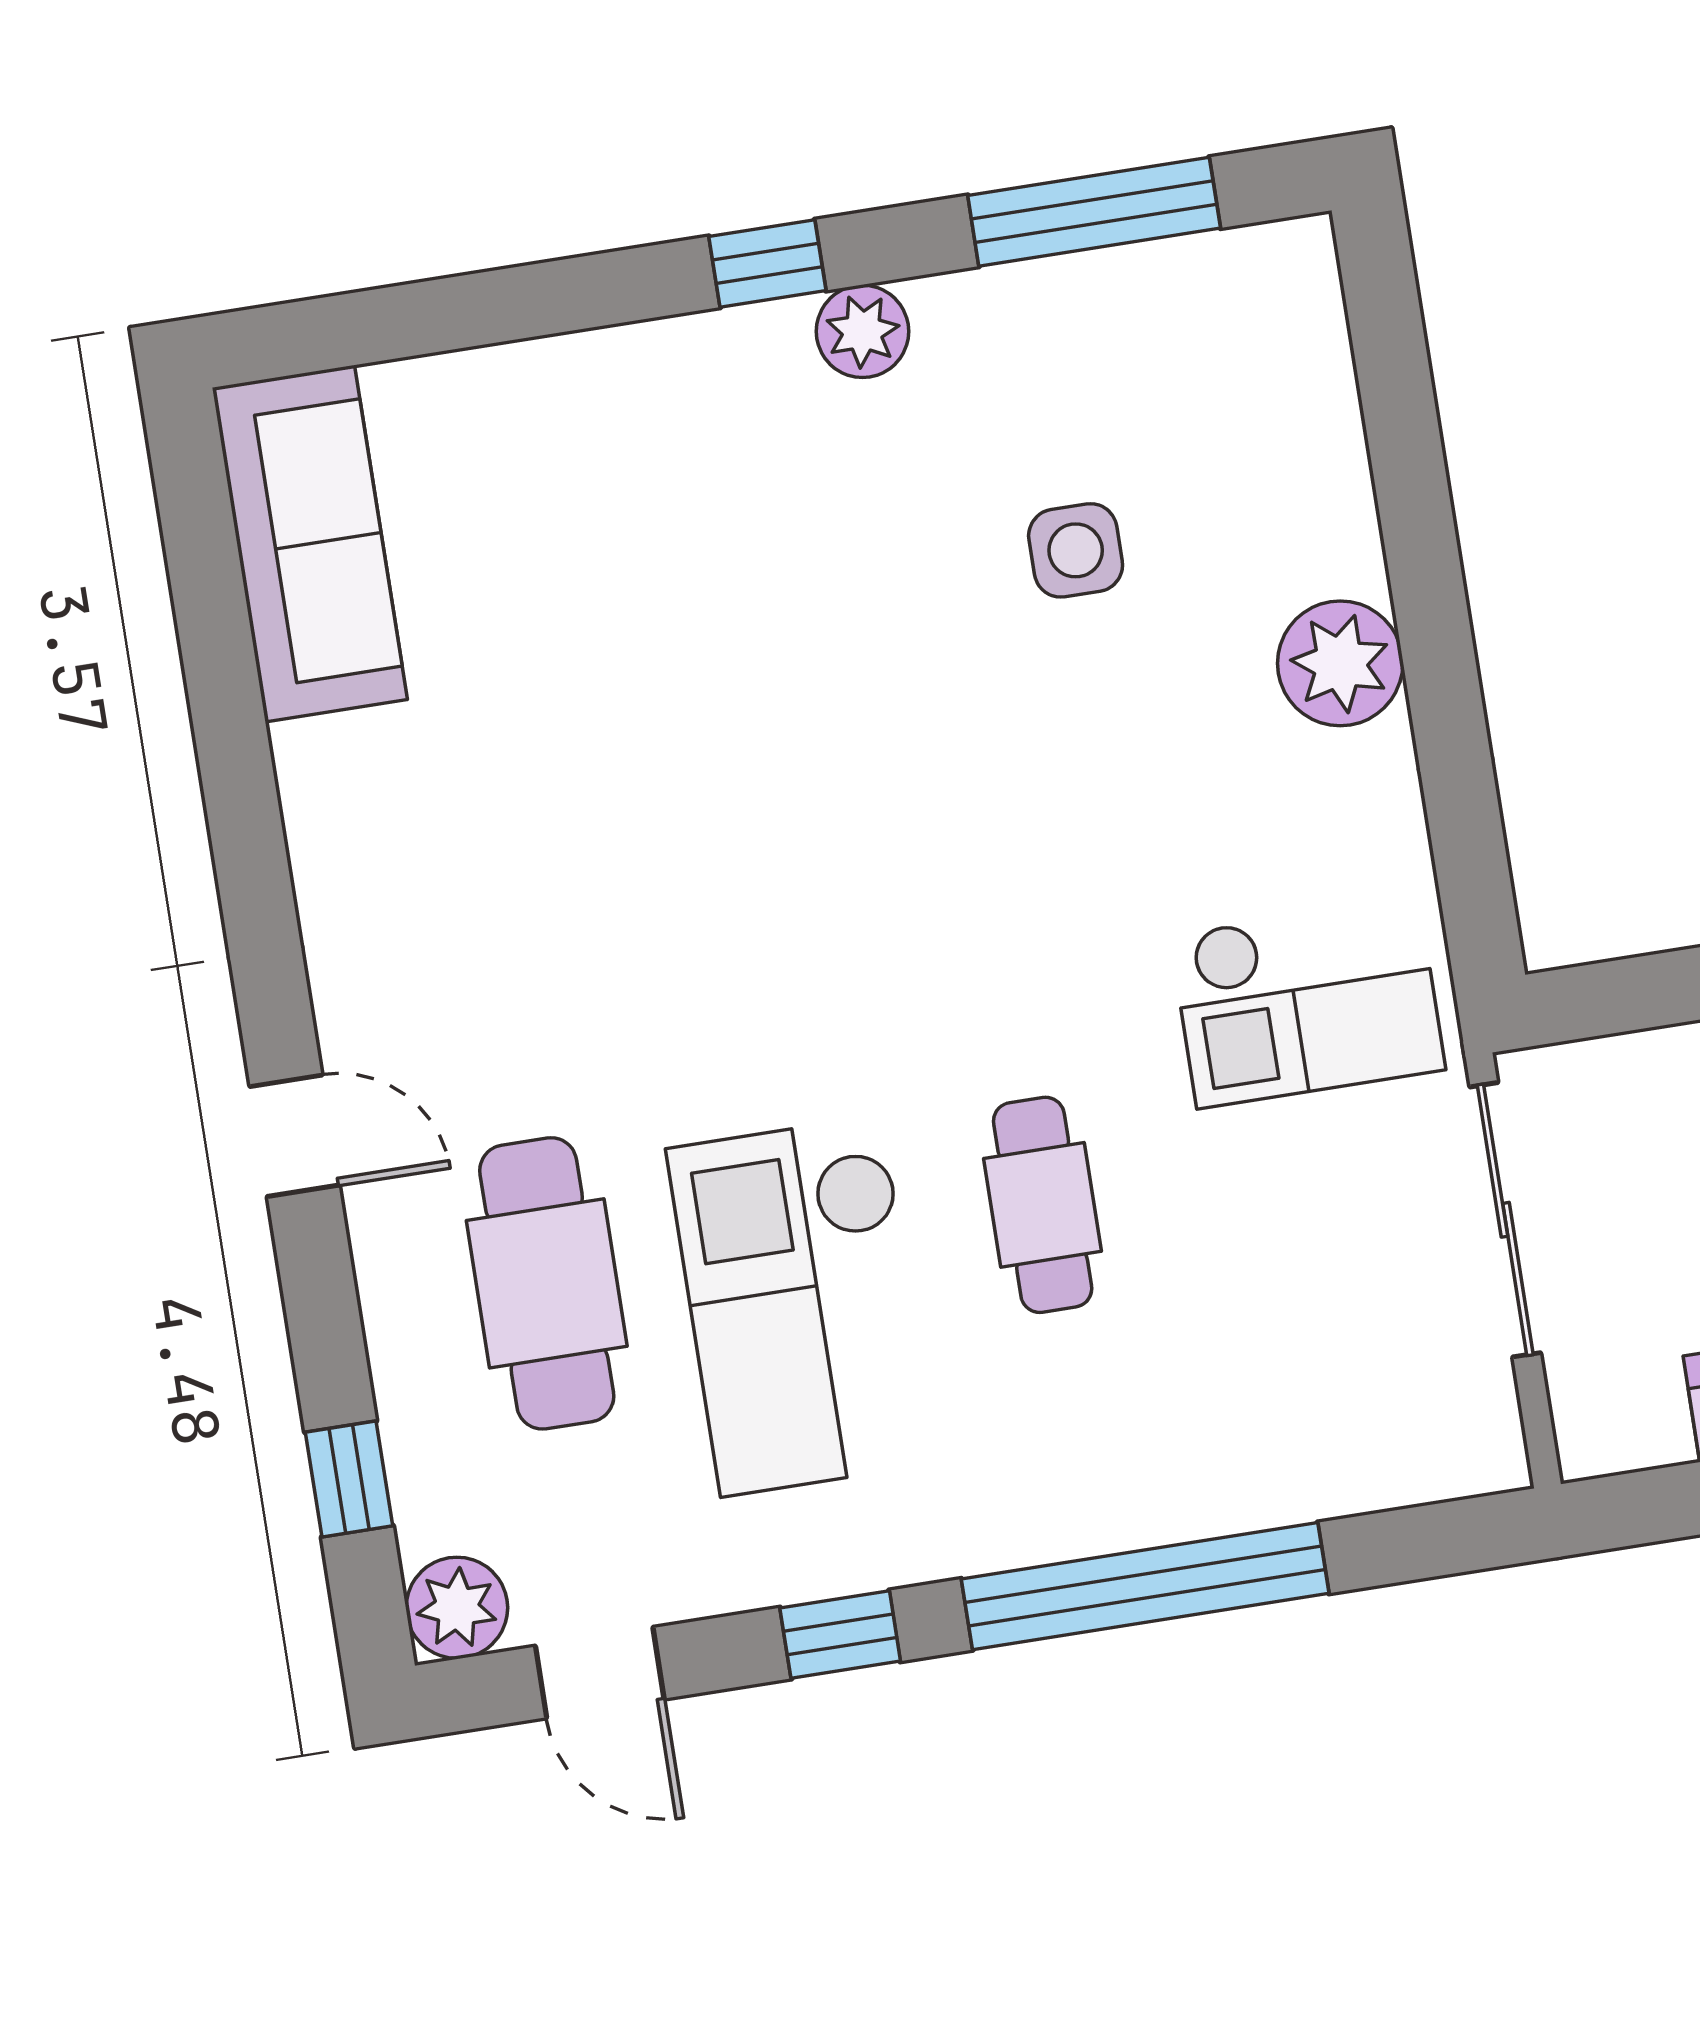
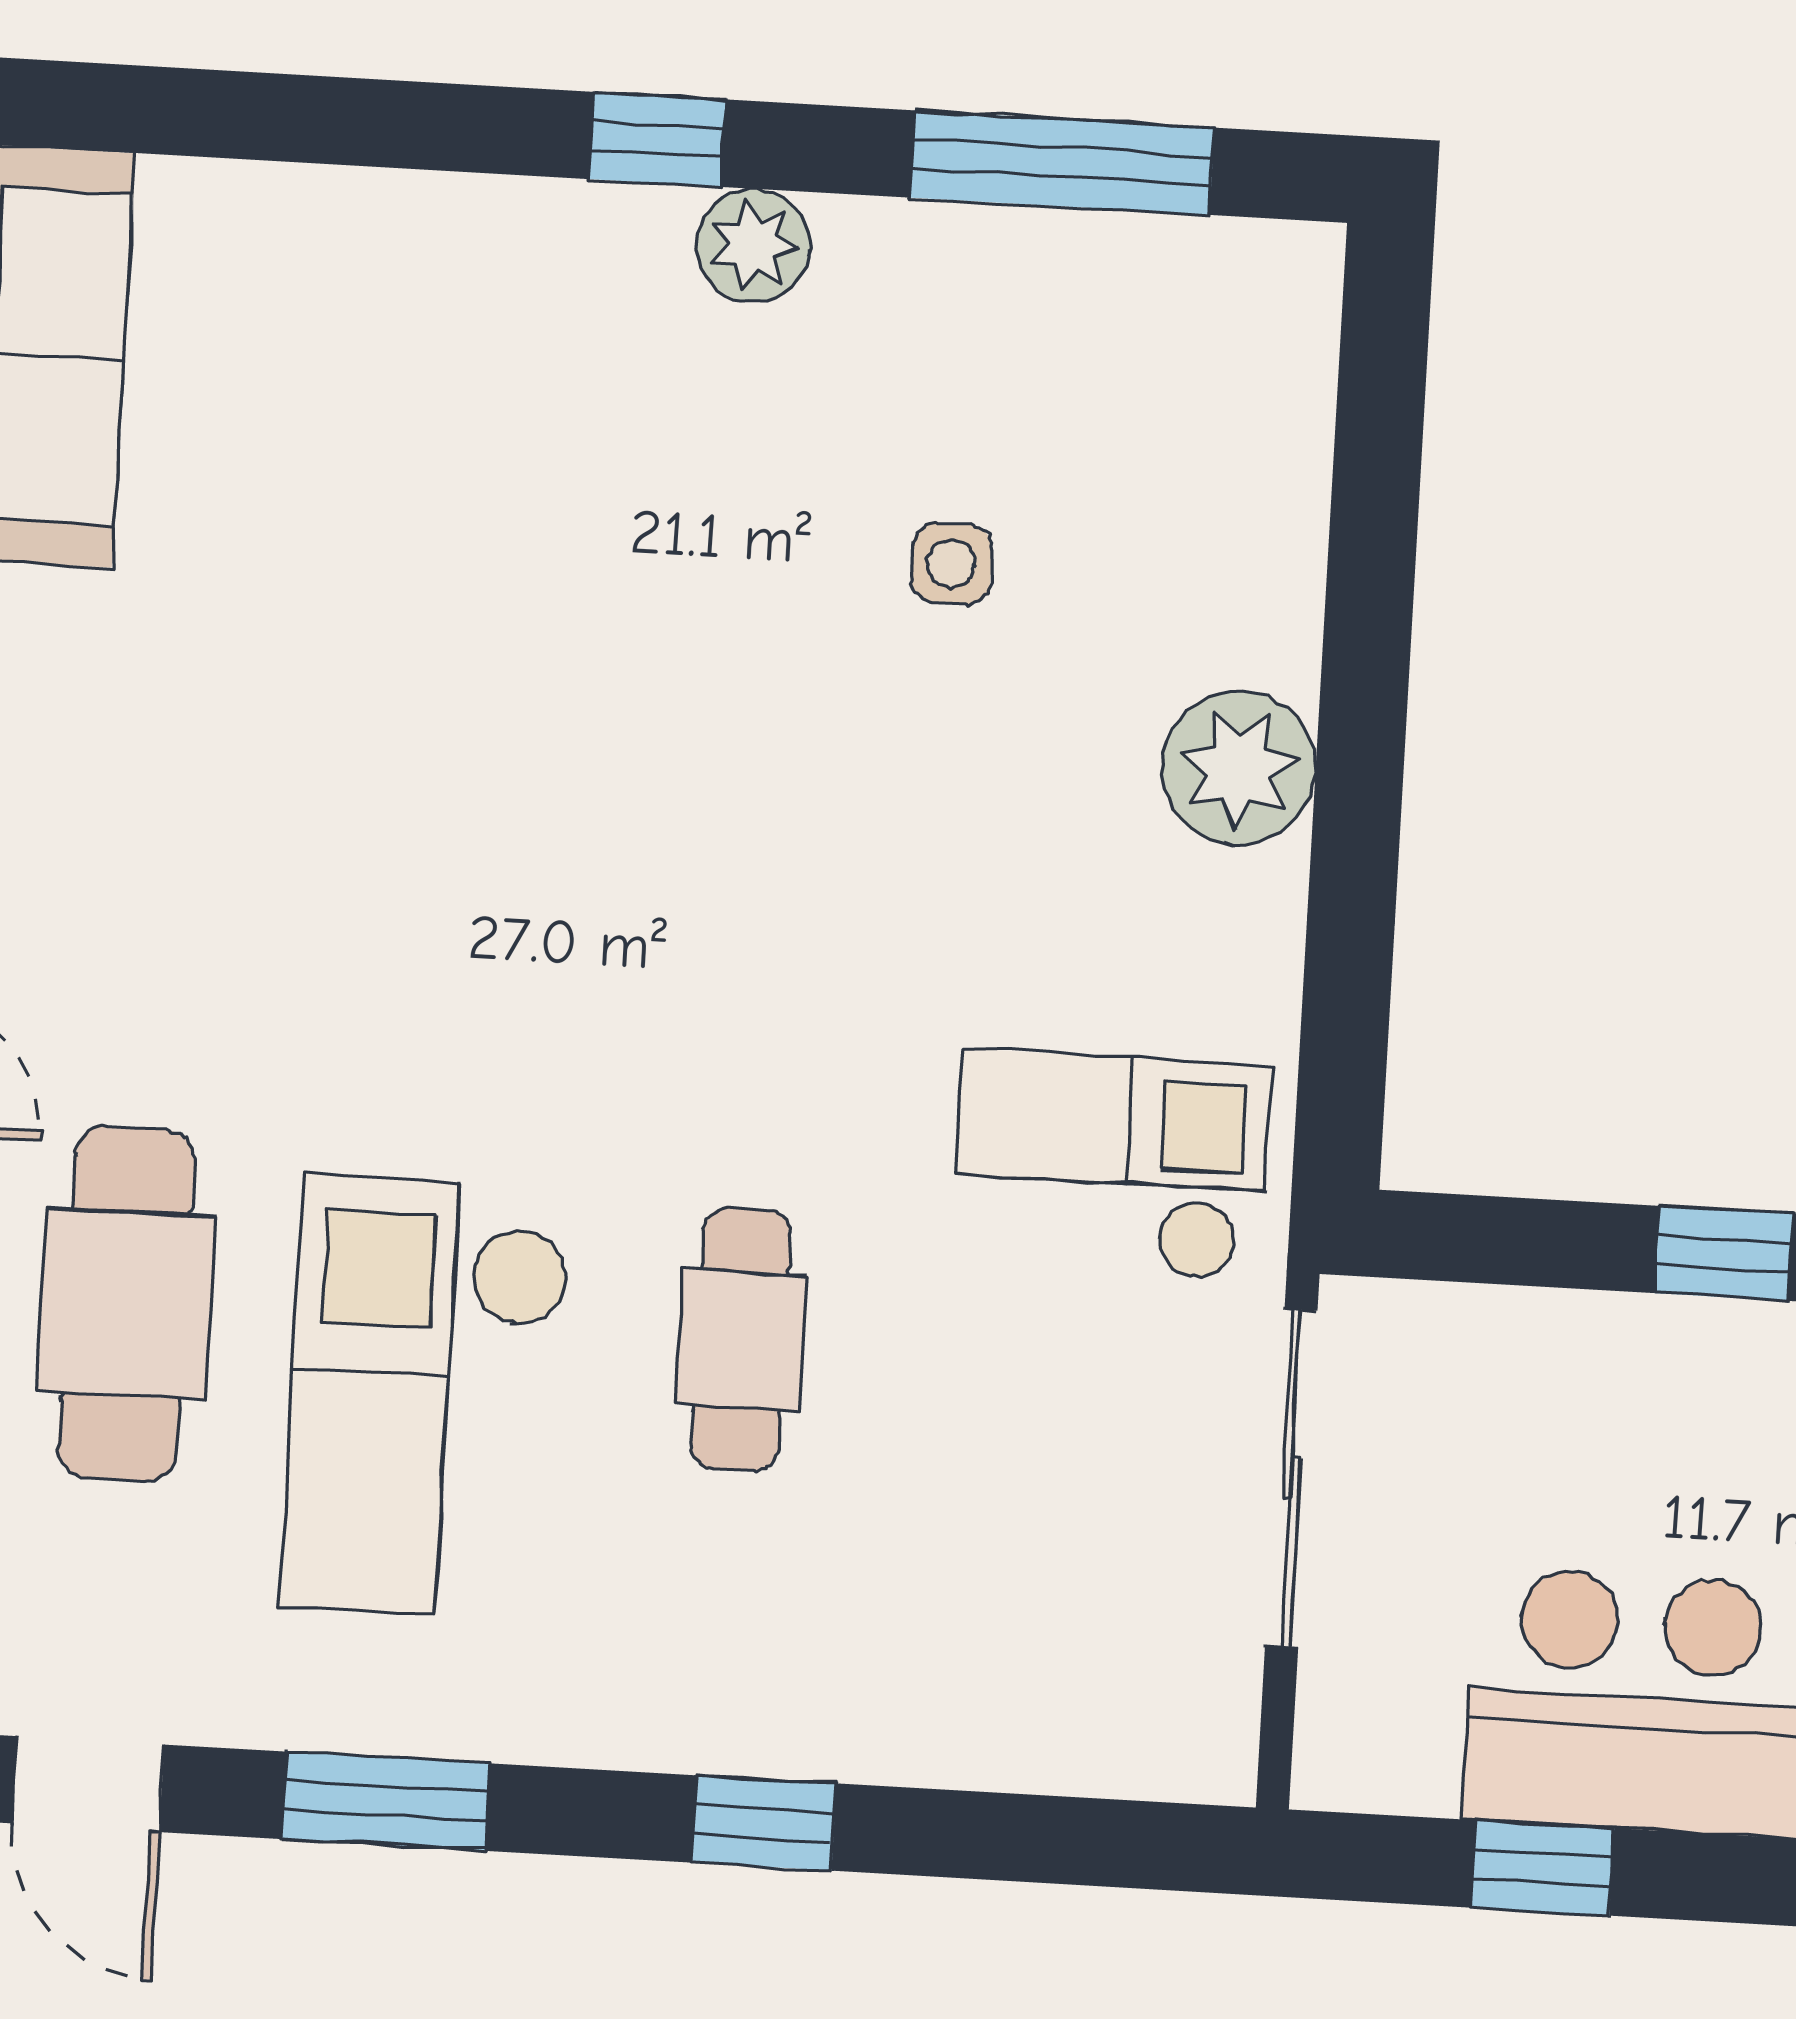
side table: (1076, 550) -> (951, 564), width x0.73, depth x0.73
checkout: (1308, 1002) -> (1111, 1166), turned 180
window: (1145, 1586) -> (764, 1823), width x0.32
window: (840, 1635) -> (386, 1801), width x1.50

